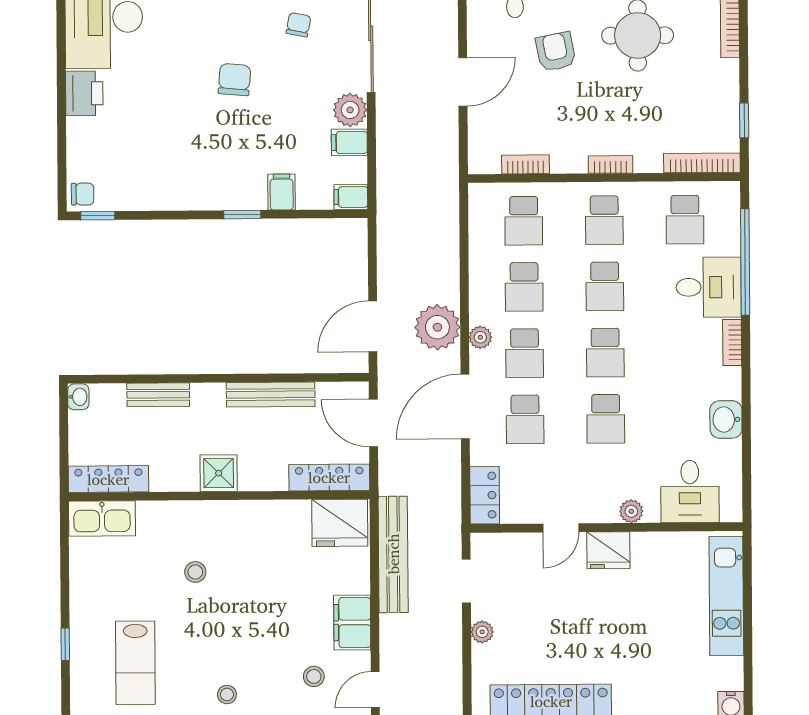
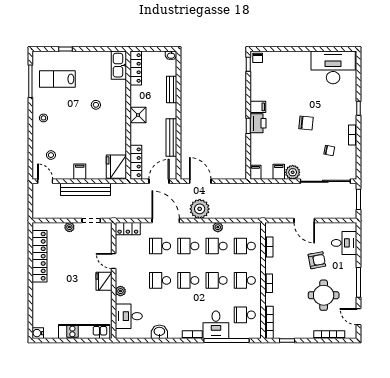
printer: (84, 93) -> (258, 123), moved, turned -90
filing cabinet: (282, 192) -> (258, 107), moved
plant: (480, 337) -> (218, 227), moved
bench: (393, 554) -> (86, 189), moved
filing cabinet: (352, 622) -> (80, 172), width x0.50

